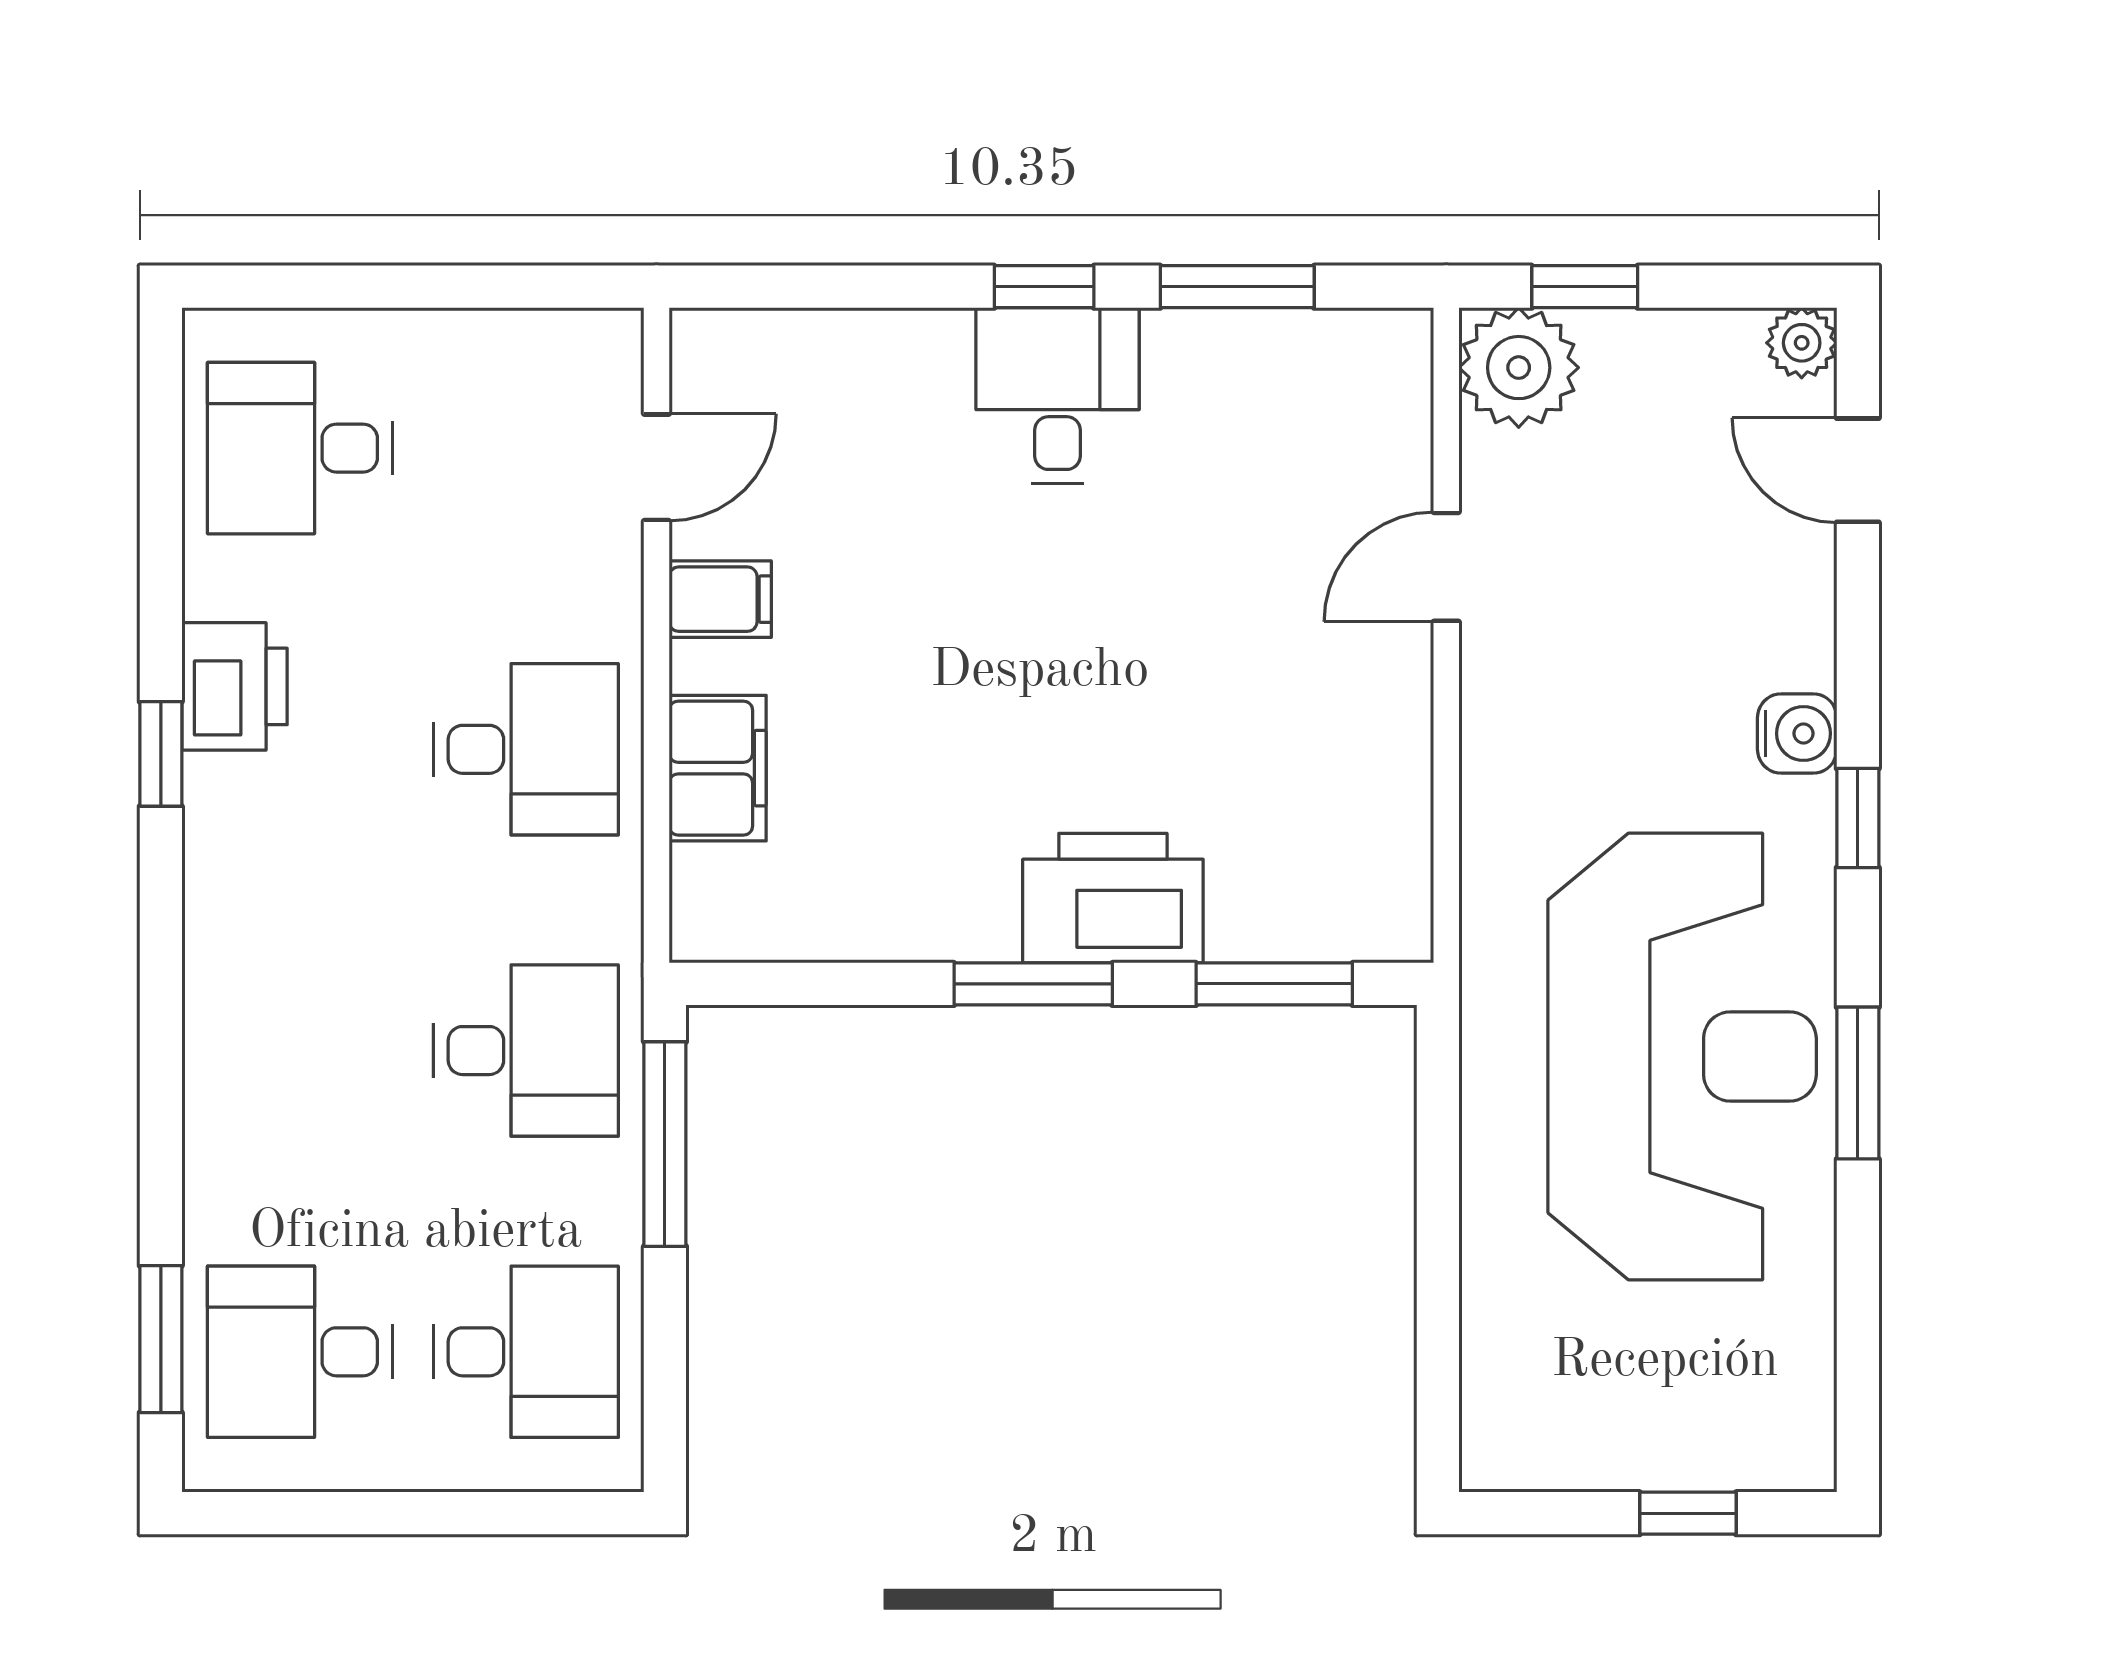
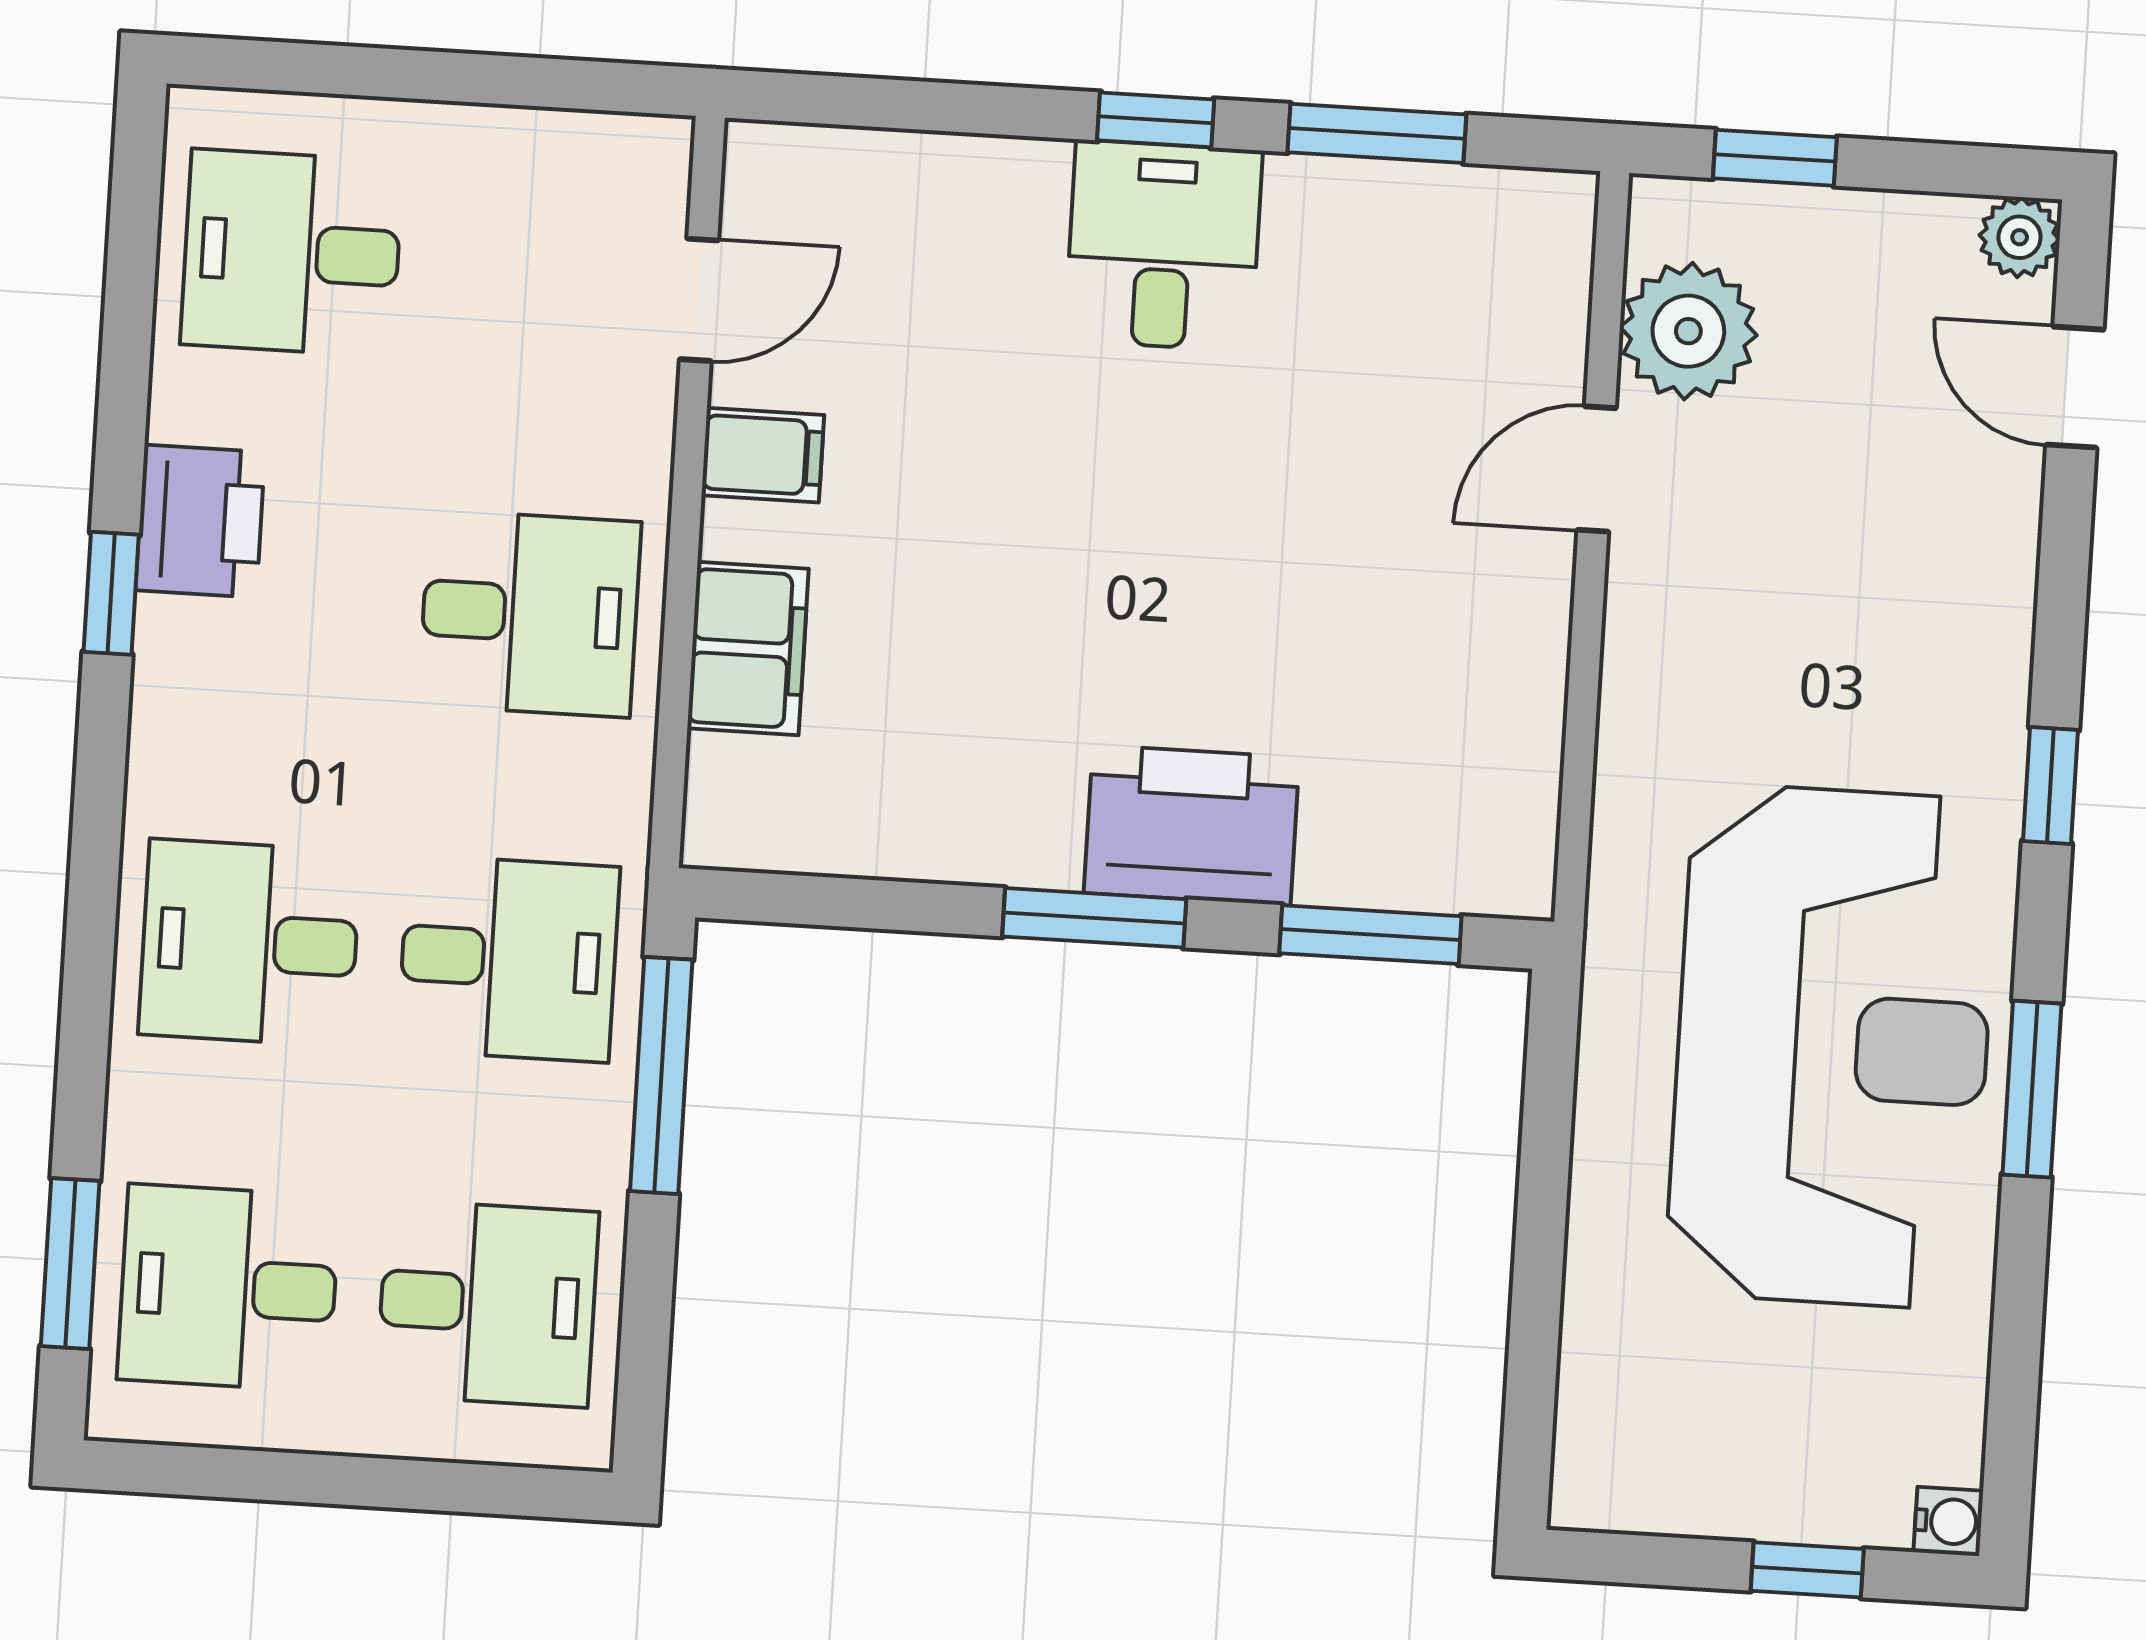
plant: (1519, 368) -> (1688, 331), moved
water cooler: (1797, 733) -> (1948, 1521), moved, width x0.72, depth x0.72
desk: (300, 1051) -> (250, 943), added

